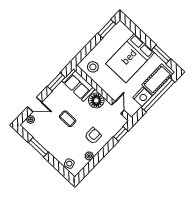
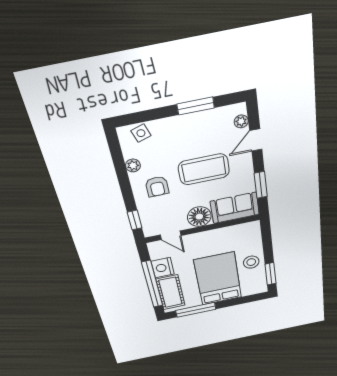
window: (161, 54) -> (196, 310), width x1.44
stool: (93, 67) -> (251, 262), moved
coffee table: (68, 119) -> (204, 169), width x1.86, depth x1.72

